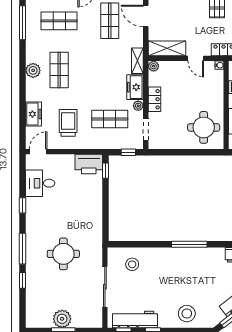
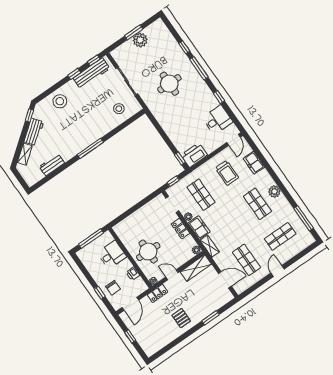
shop shelf: (110, 119) -> (201, 195), turned 90
round table: (204, 127) -> (148, 252), moved

